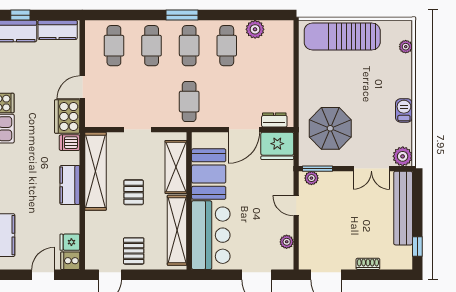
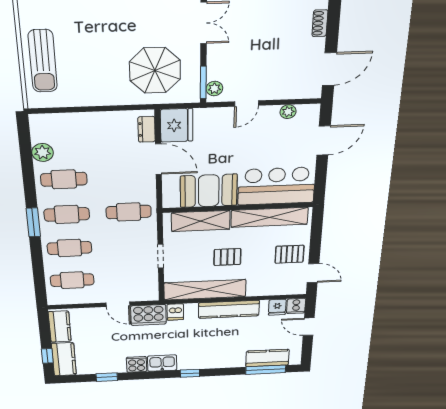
sun lounger: (342, 36) -> (43, 61), width x0.73, depth x0.75
kitchen counter: (70, 185) -> (229, 309), width x1.50

